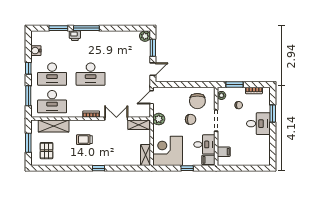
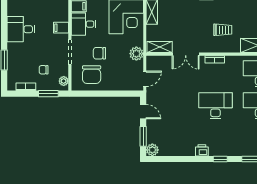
window: (86, 28) -> (220, 159), width x0.46
printer: (75, 36) -> (202, 150), moved
door: (153, 69) -> (143, 112), swing flipped
chair: (197, 101) -> (92, 75), turned 180
desk: (258, 124) -> (21, 29), moved
filing cabinet: (224, 152) -> (61, 28), moved

